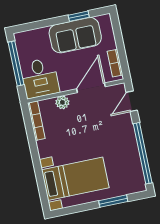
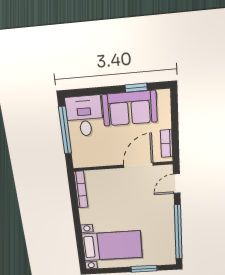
desk: (40, 78) -> (84, 116), moved, turned 180
plant: (62, 102) -> (108, 176), removed

